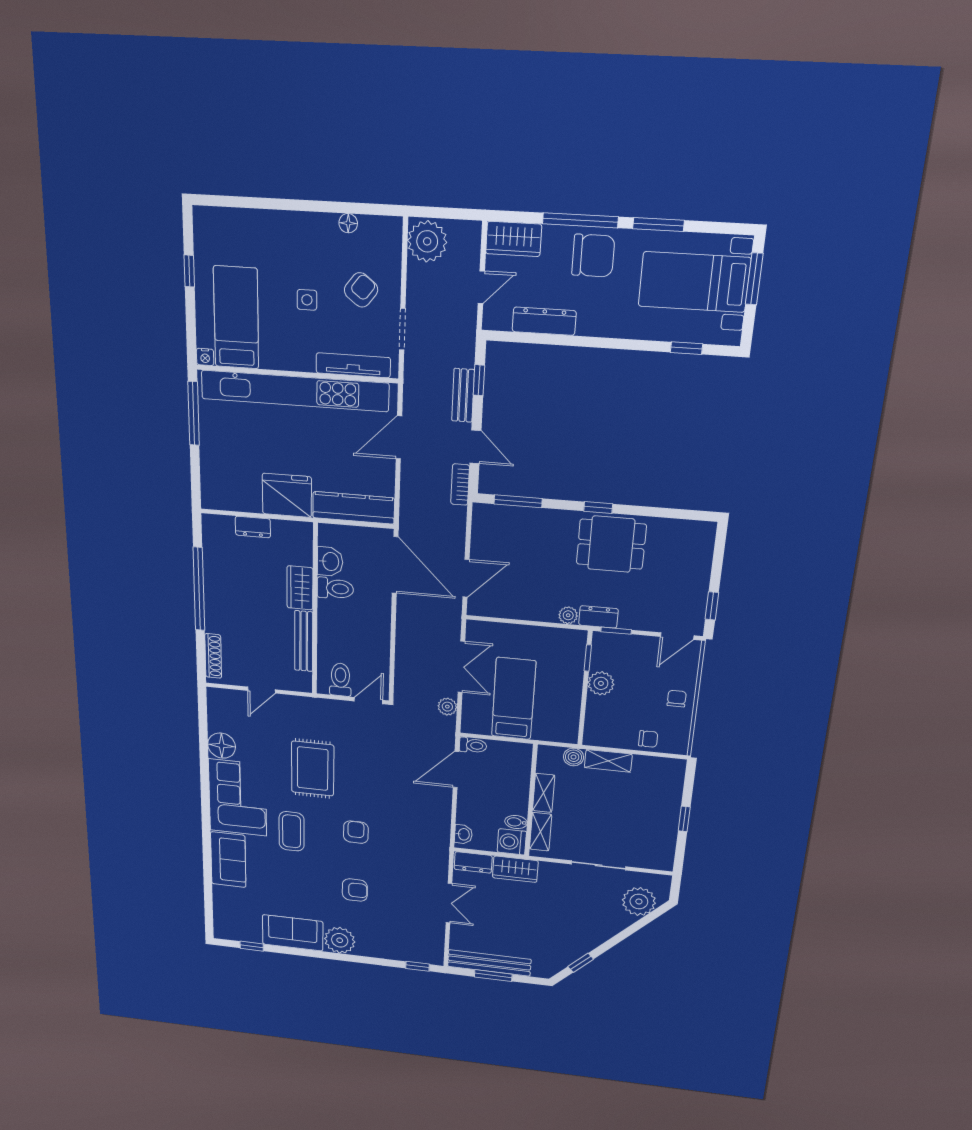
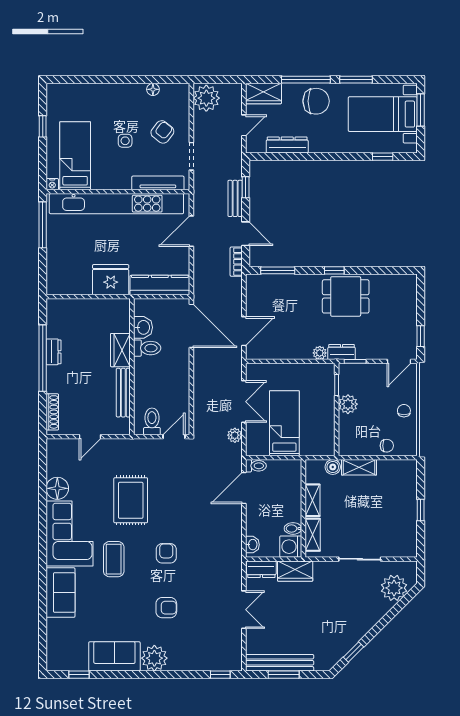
dresser: (253, 527) -> (53, 352), moved, turned -90

